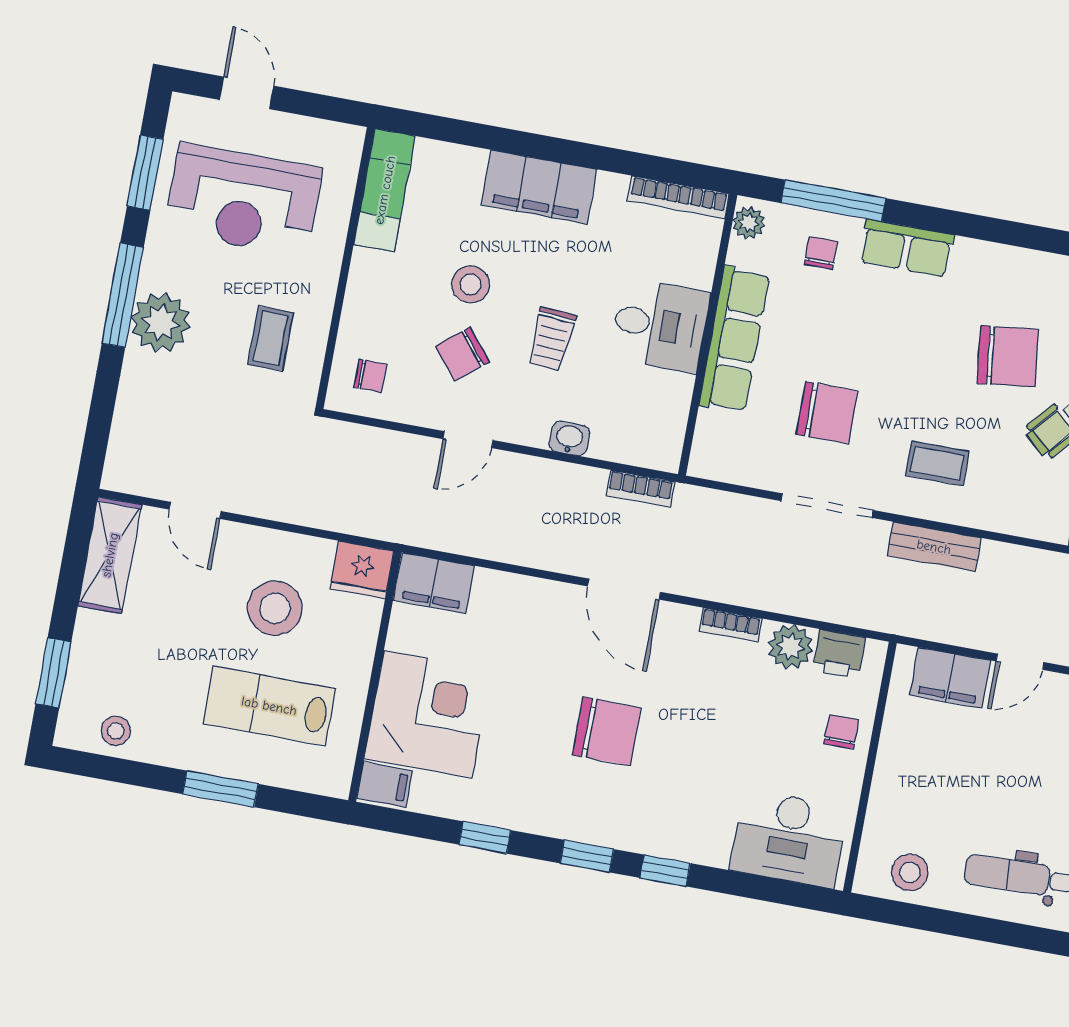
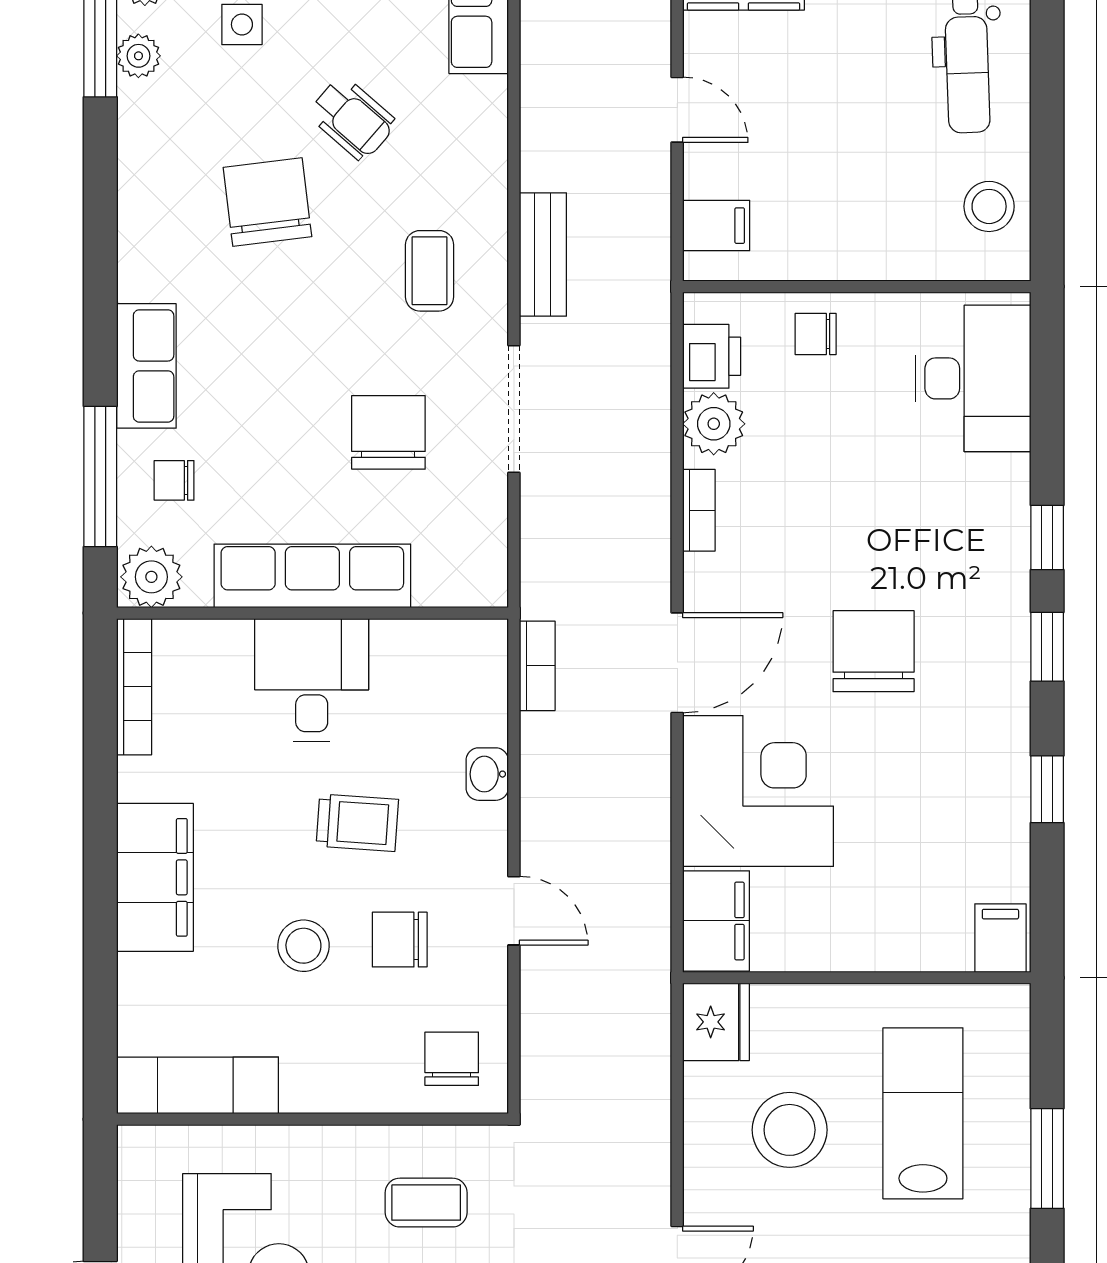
plant: (749, 223) -> (151, 577), width x1.38, depth x1.38
chair: (462, 354) -> (400, 940), turned 129
chair: (370, 376) -> (452, 1059), width x1.37, depth x1.37
filing cabinet: (950, 678) -> (716, 226), width x0.50
lab bench: (269, 706) -> (923, 1113), turned 180
corner desk: (428, 714) -> (758, 791), moved, turned 90

